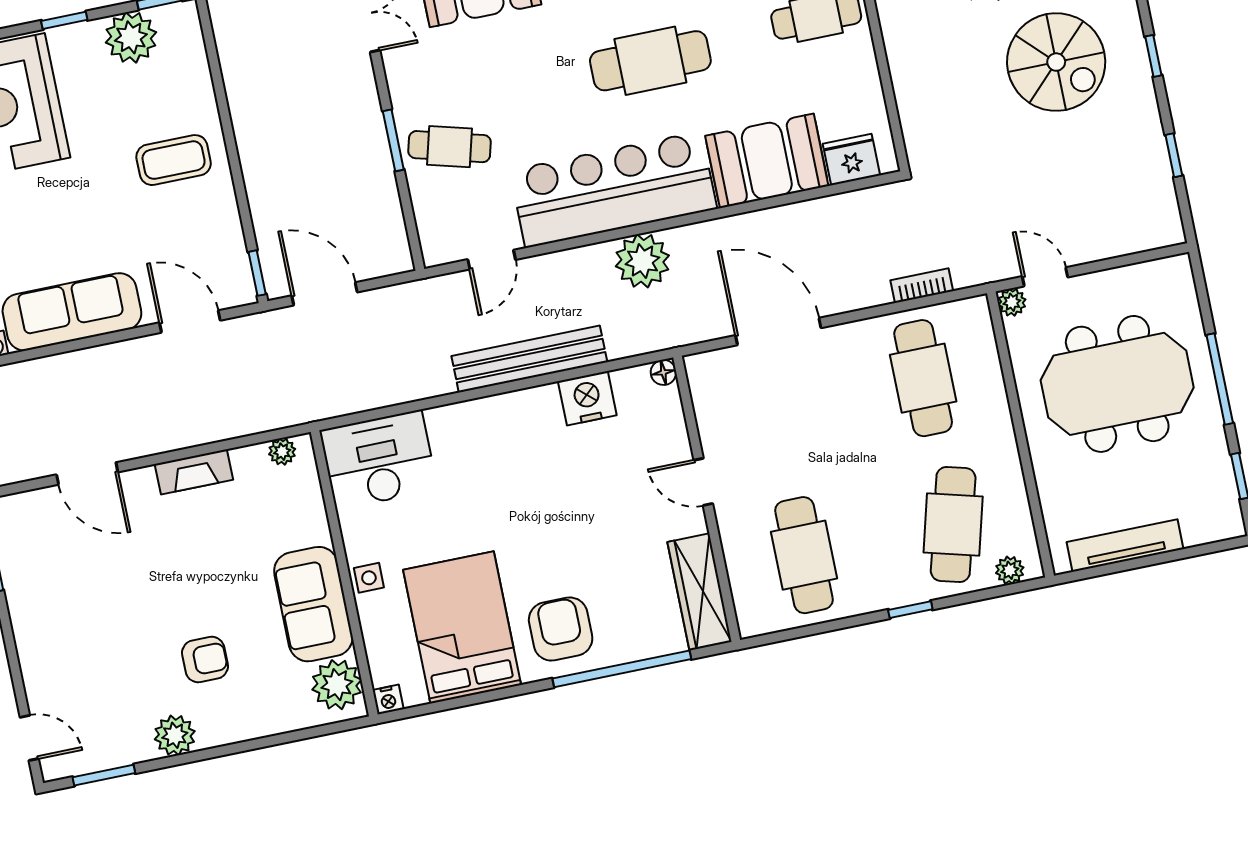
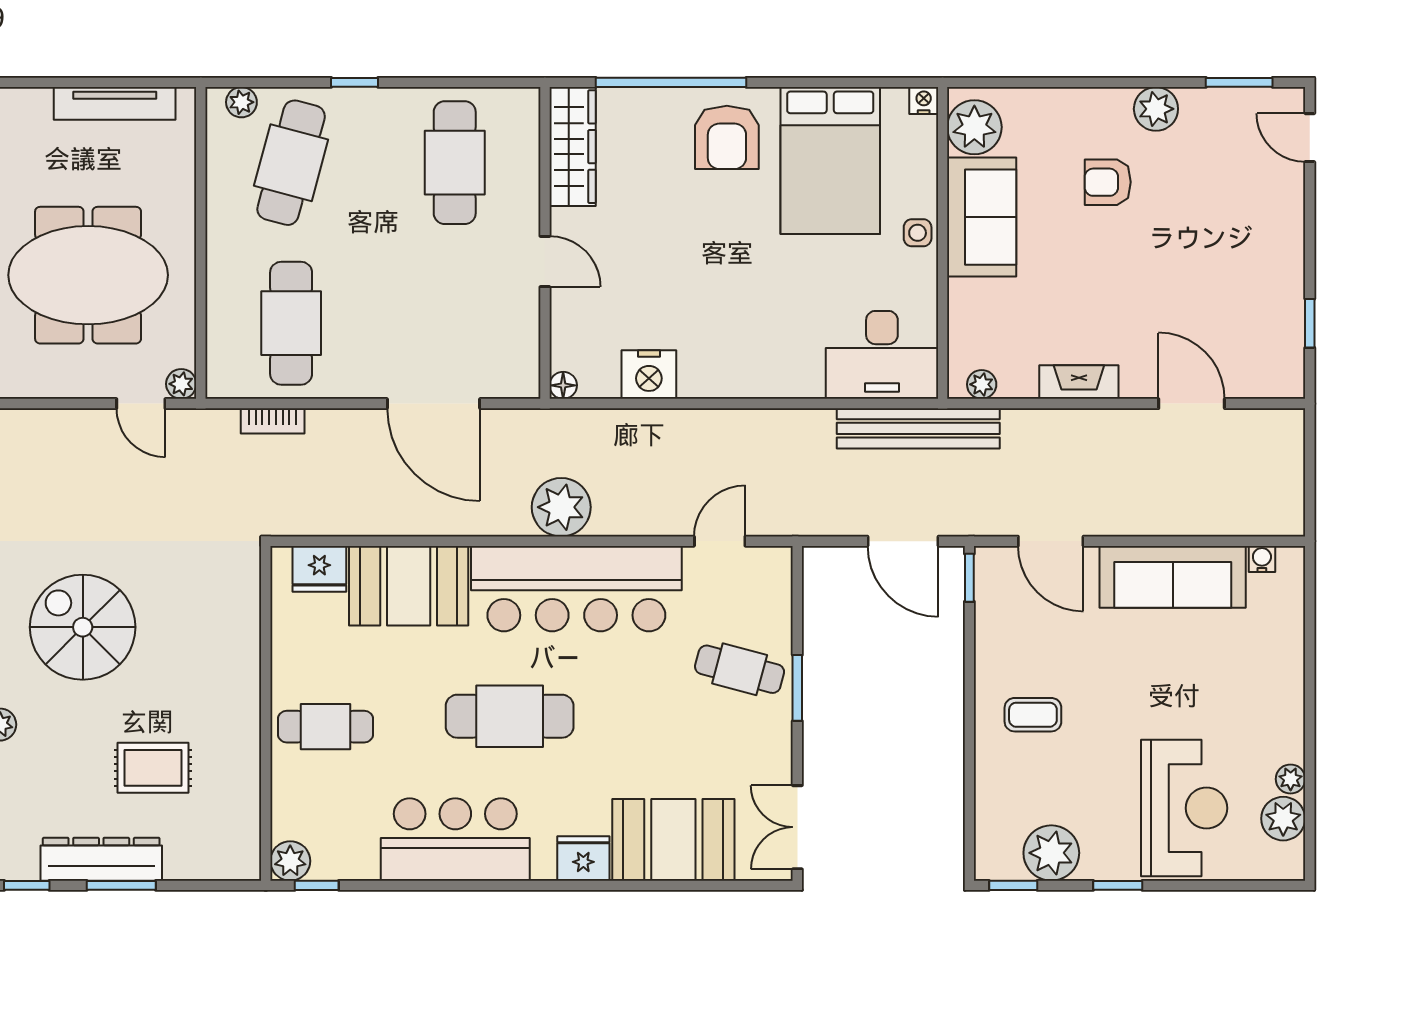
coffee table: (174, 160) -> (1033, 715), width x0.73, depth x0.77
bench: (529, 359) -> (918, 428), moved

